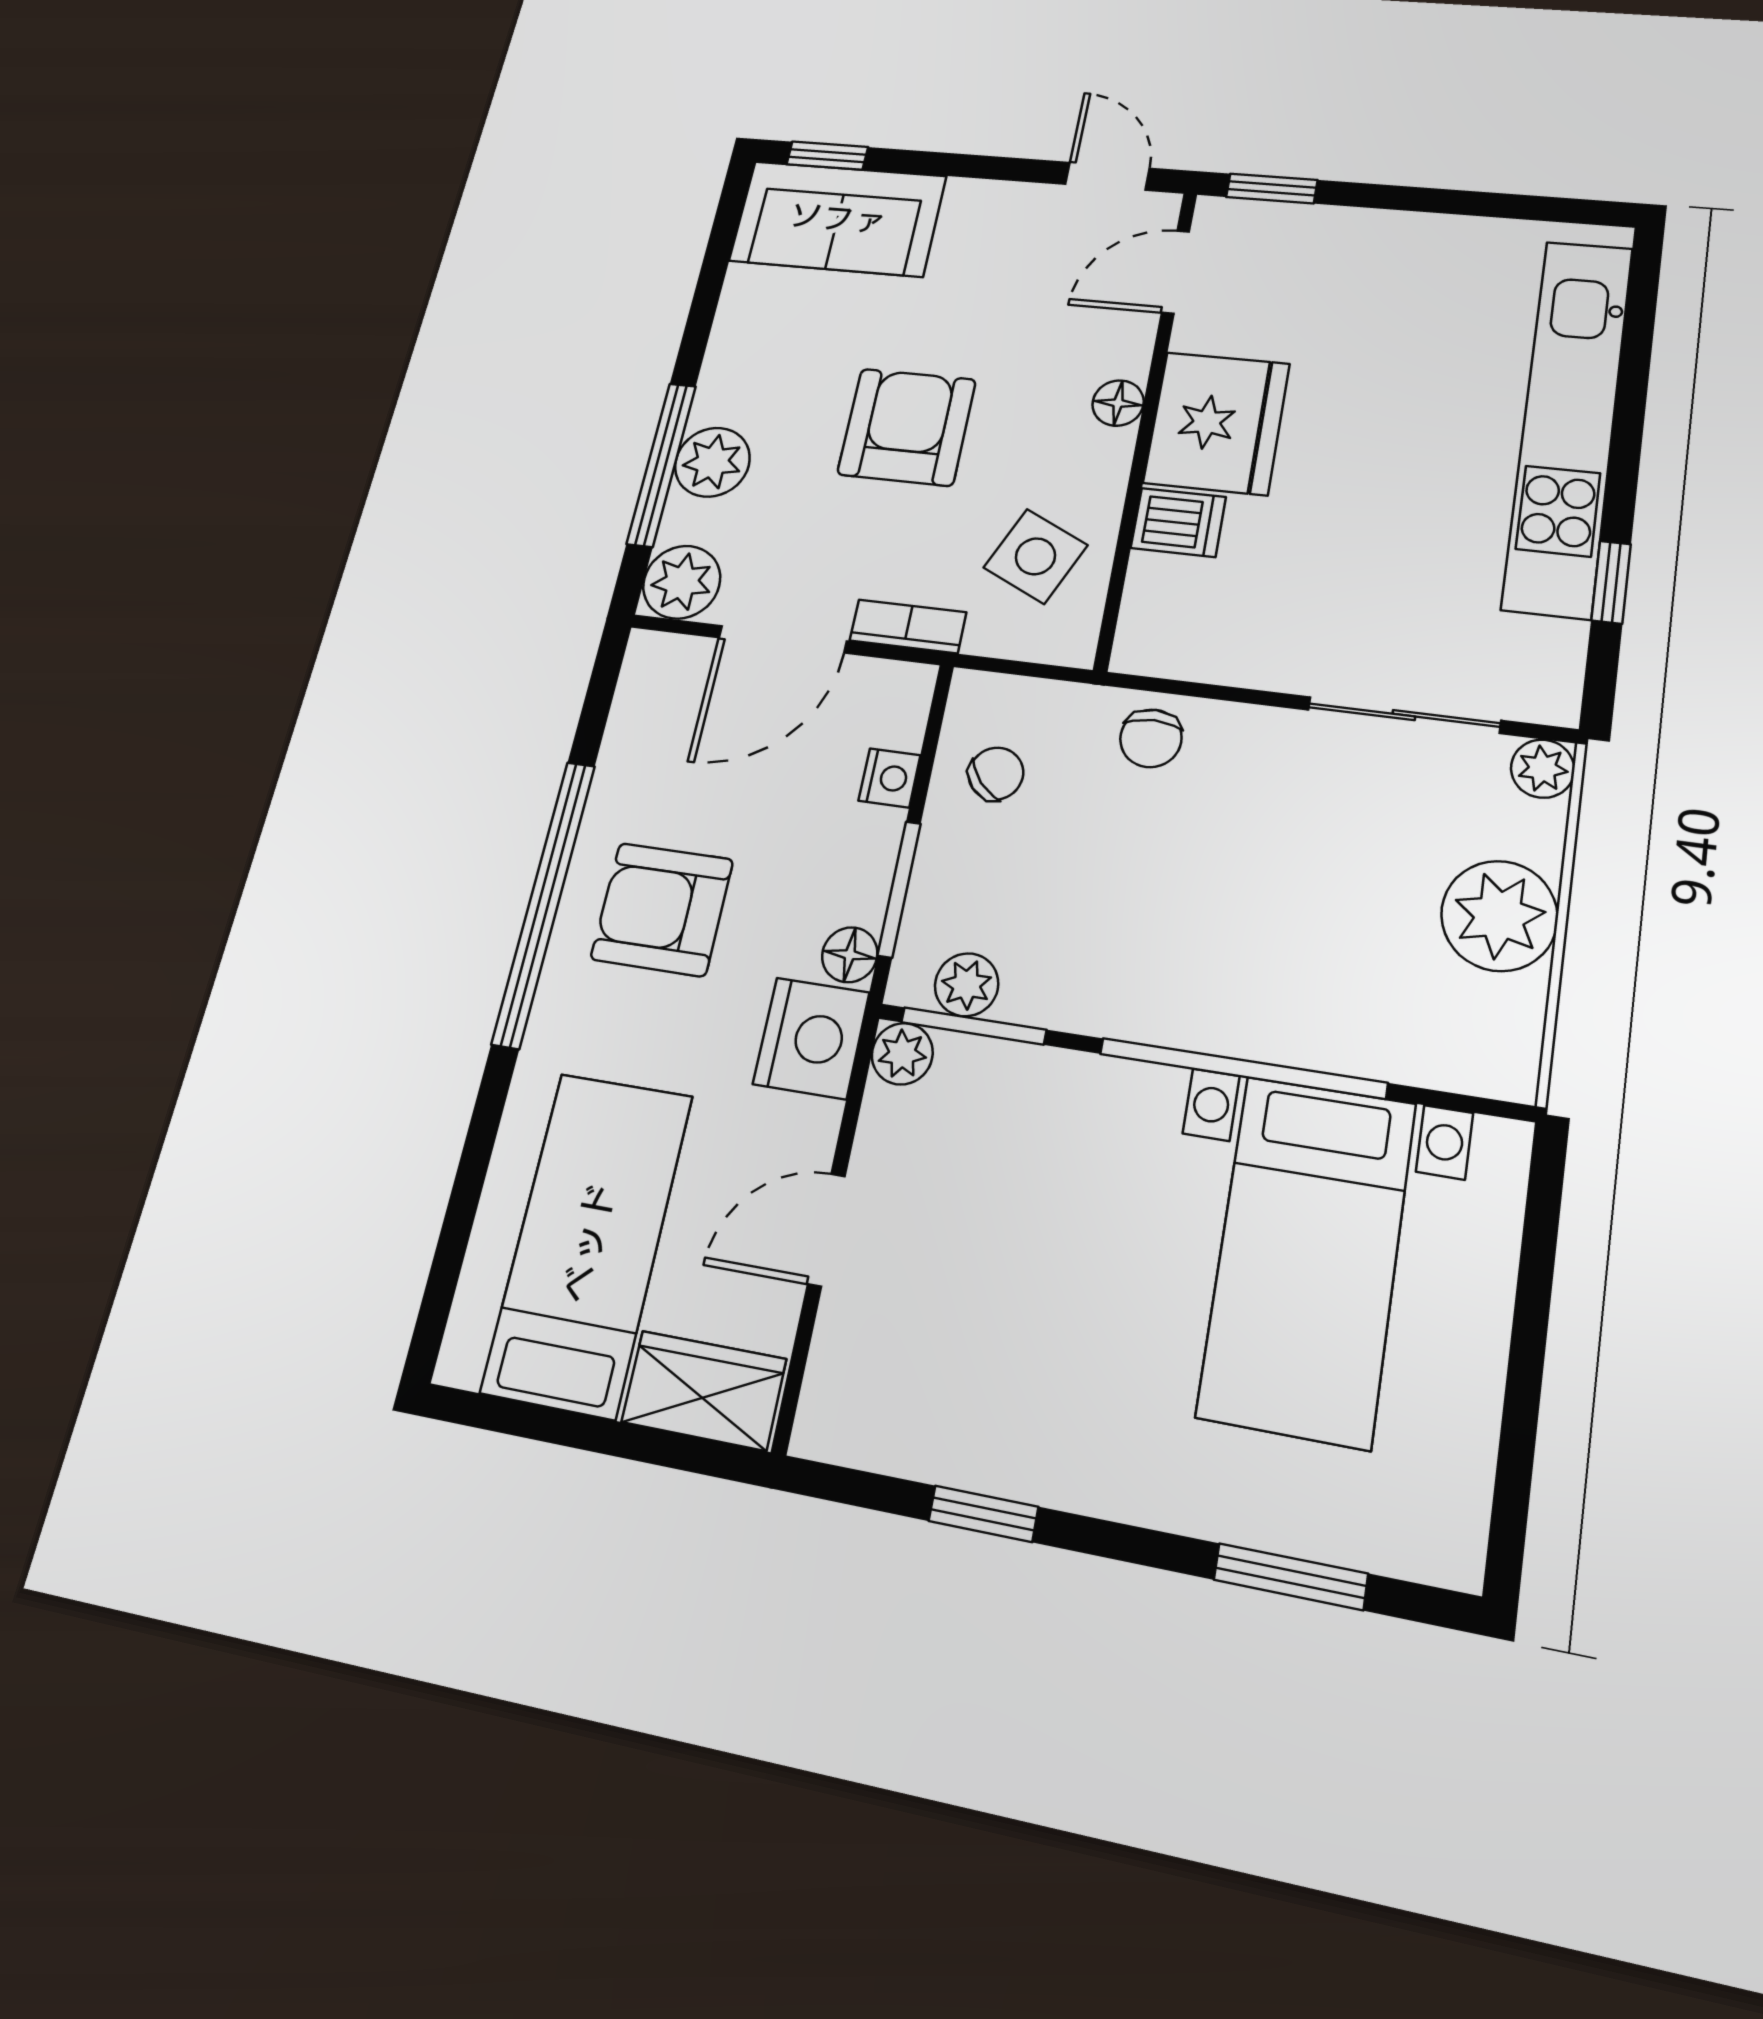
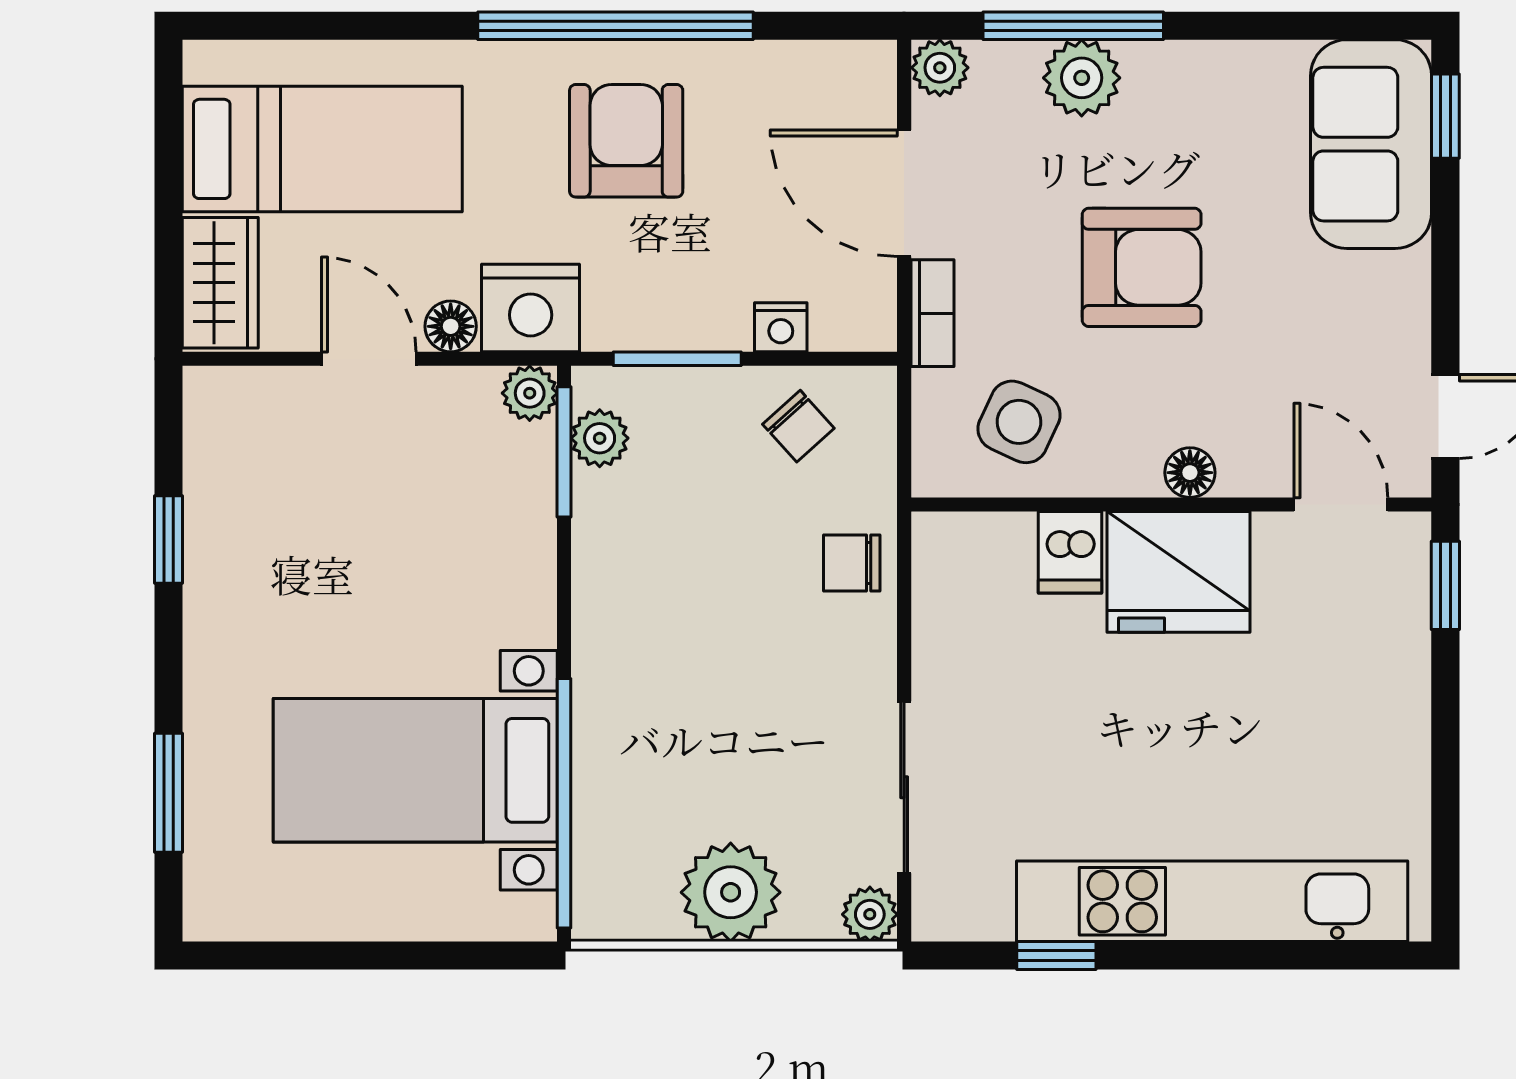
plant: (682, 582) -> (940, 68), width x0.73, depth x0.73
floor lamp: (850, 955) -> (451, 326), moved
window: (1242, 1068) -> (564, 803), moved

